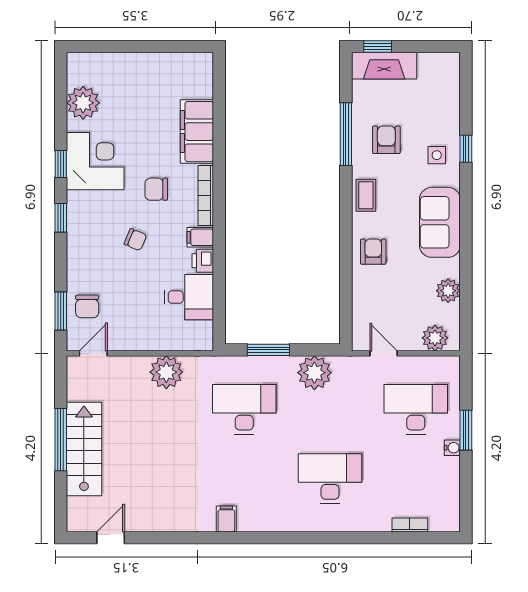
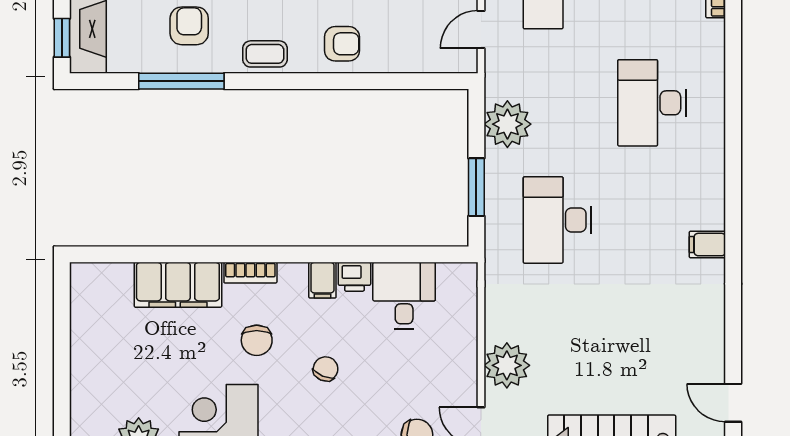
armchair: (386, 140) -> (189, 26), turned 90
bookcase: (206, 195) -> (250, 273), width x0.64
armchair: (373, 252) -> (342, 44), turned 180
plant: (166, 372) -> (507, 365), moved

